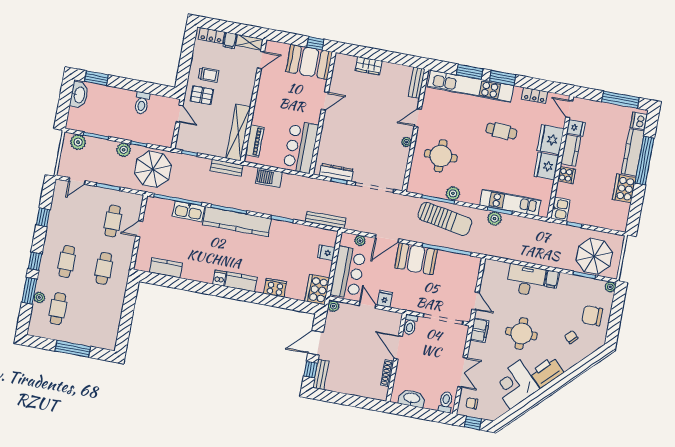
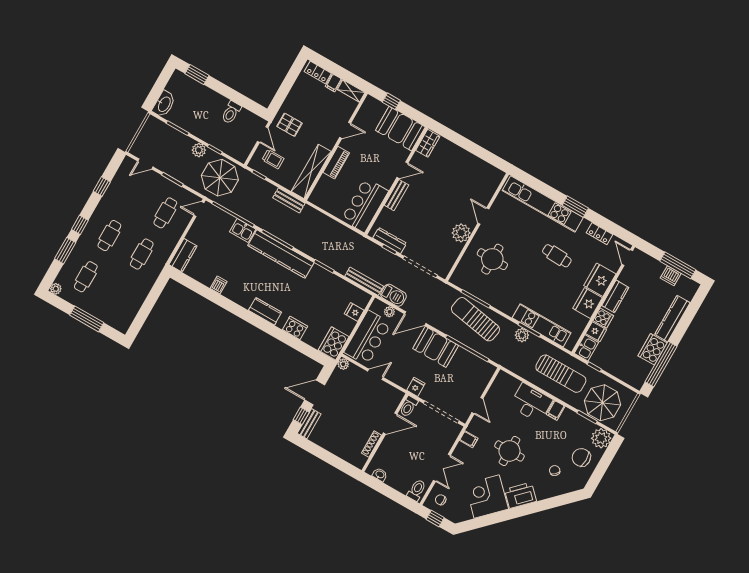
window: (315, 43) -> (391, 101), moved
door: (261, 60) -> (345, 130), moved
wardrobe: (369, 66) -> (428, 143), moved, turned -90
window: (470, 72) -> (547, 190), removed
trolley: (208, 75) -> (273, 159), moved
bench: (417, 83) -> (396, 195), moved
washbasin: (79, 95) -> (164, 104), moved
door: (418, 118) -> (483, 216), hinge flipped
dishwasher: (639, 121) -> (671, 276), moved, turned -90
fridge: (576, 128) -> (596, 332), moved
piano: (255, 141) -> (336, 163), moved
plant: (78, 142) -> (159, 128), removed
plant: (406, 142) -> (461, 233), width x1.88, depth x1.88
window: (644, 161) -> (661, 364), moved
barbecue: (269, 178) -> (393, 295), moved, turned 180
plant: (453, 193) -> (491, 298), removed
kitchen sink: (188, 211) -> (243, 231), width x0.73
sun lounger: (445, 219) -> (475, 319), turned 180
door: (139, 229) -> (199, 209), moved
sun lounger: (545, 242) -> (561, 374), added
kitchen counter: (166, 268) -> (183, 255), moved, turned 90
dishwasher: (219, 278) -> (219, 285), moved
plant: (610, 287) -> (601, 438), width x1.88, depth x1.88
plant: (39, 297) -> (56, 289), moved
fridge: (385, 299) -> (416, 387), moved
door: (367, 305) -> (375, 374), hinge flipped
filing cabinet: (480, 330) -> (469, 439), width x0.50
door: (398, 347) -> (390, 424), swing flipped
washbasin: (412, 398) -> (380, 475), width x0.52, depth x0.69

